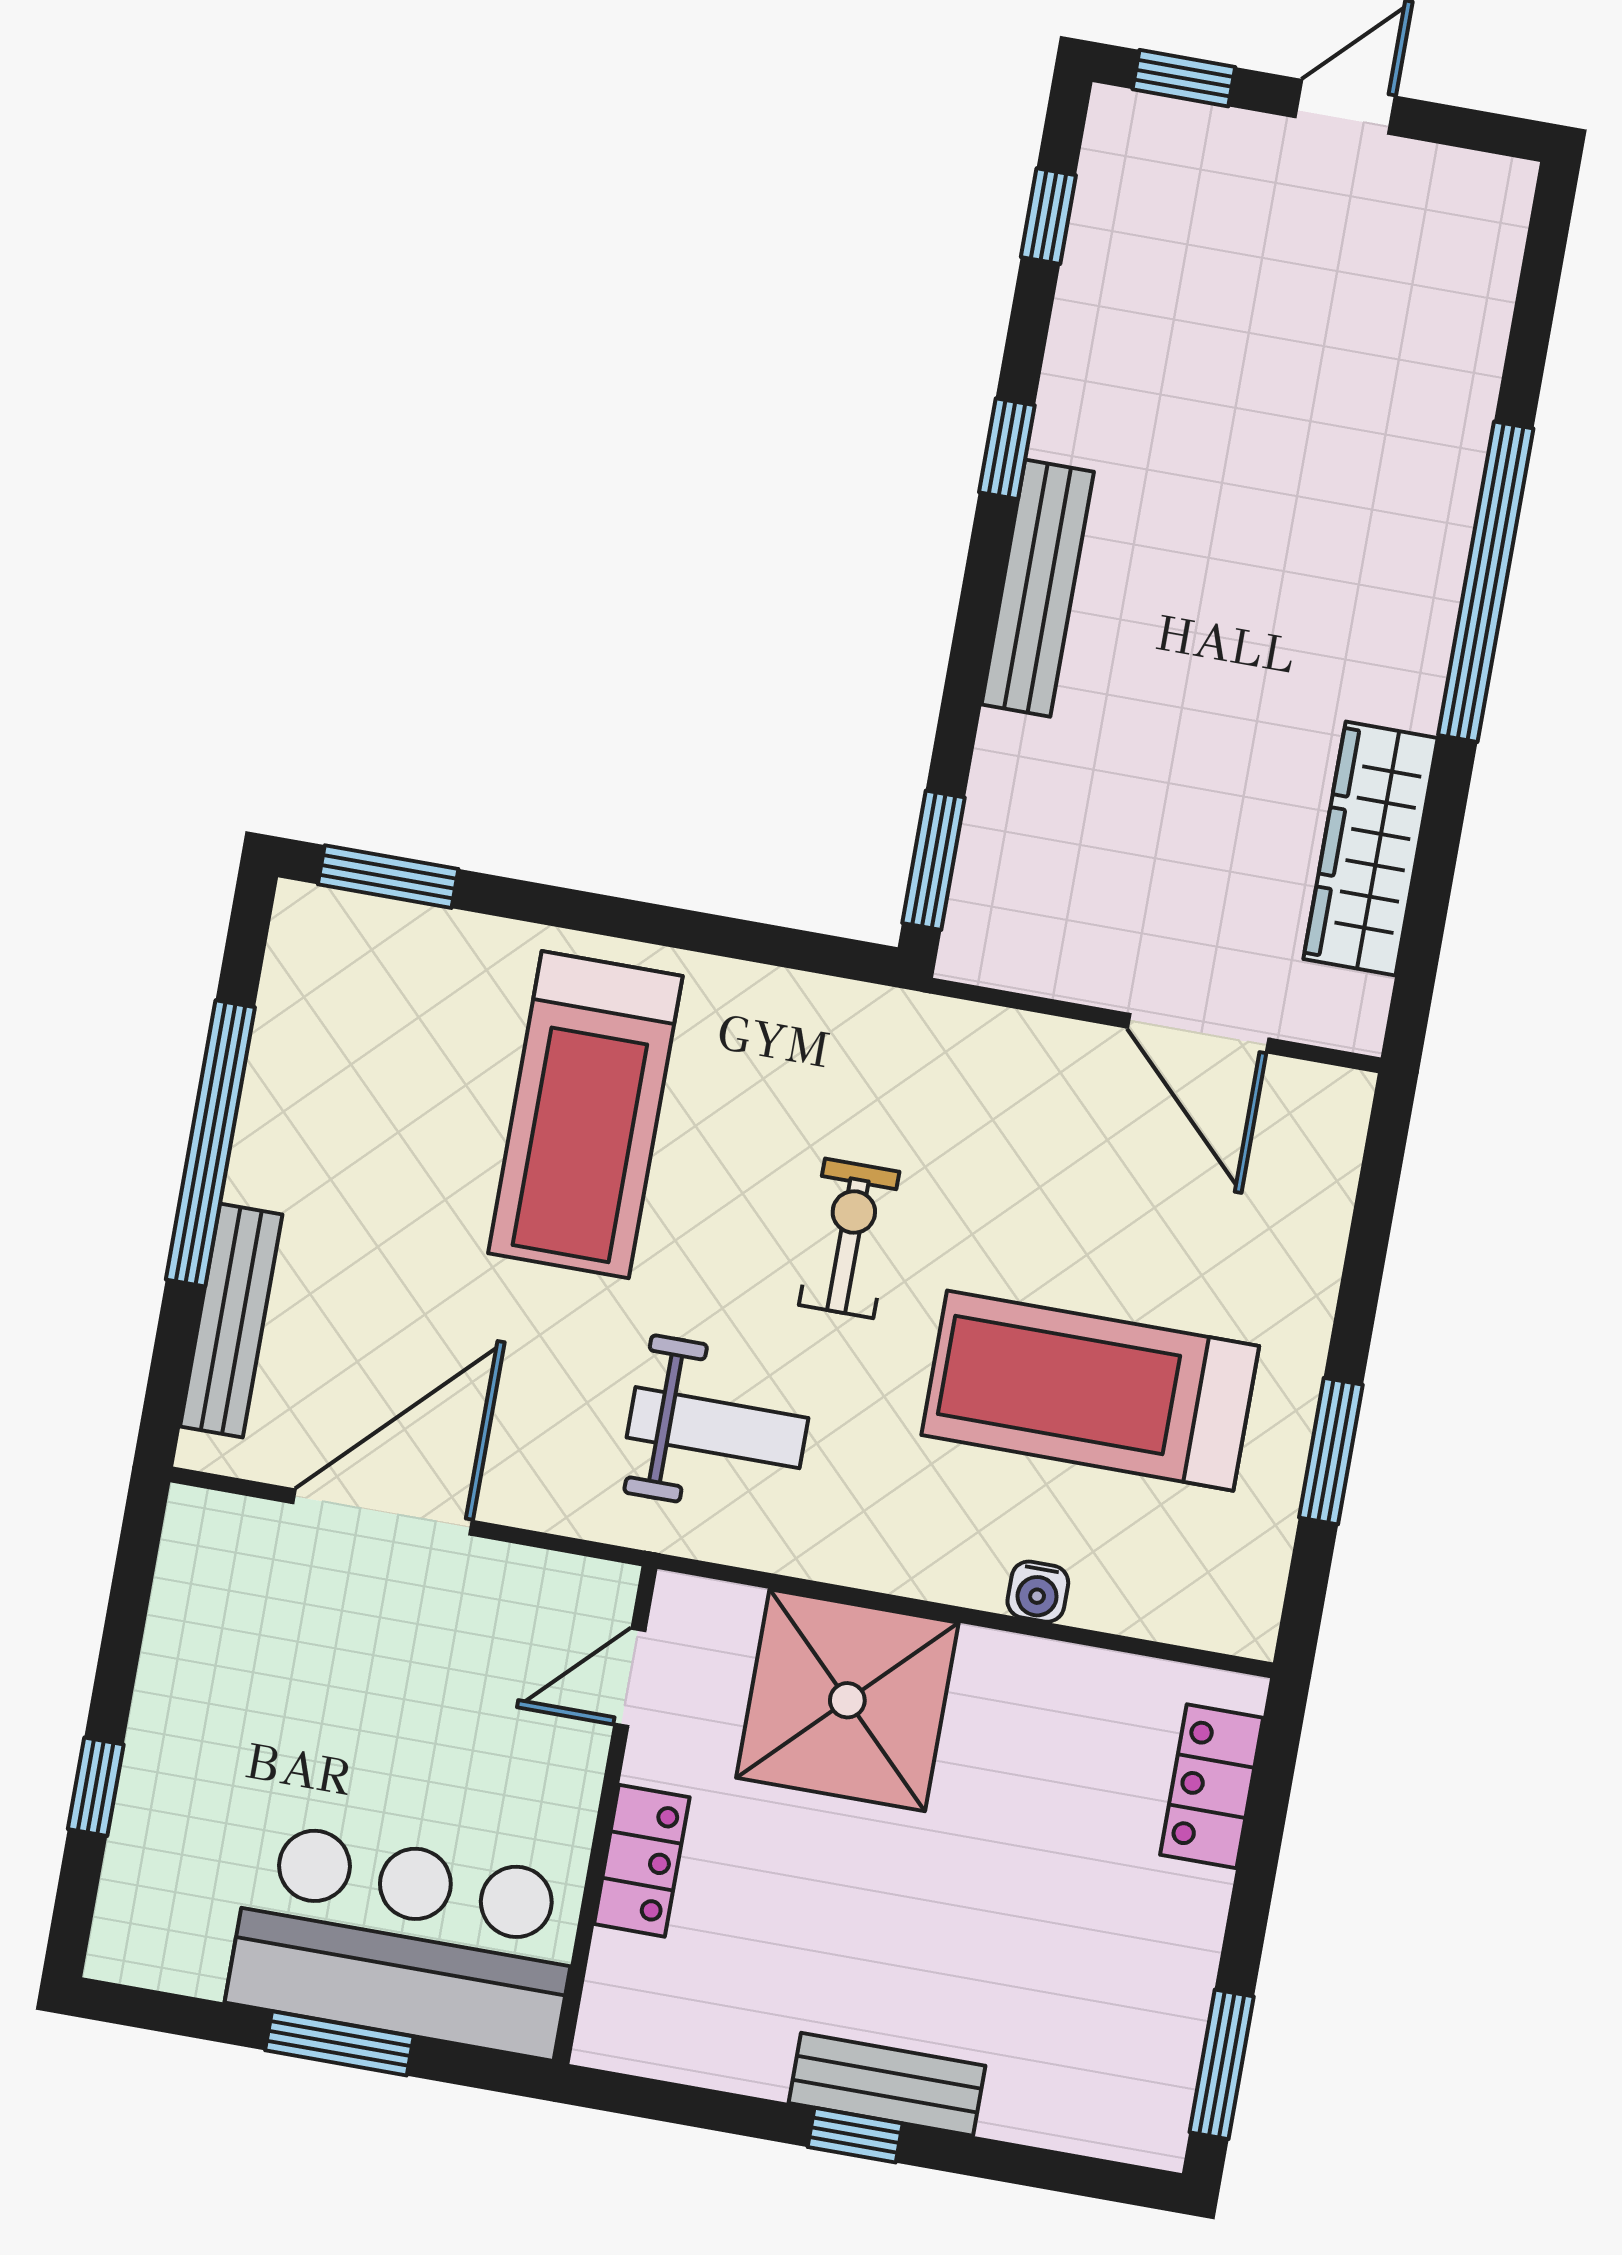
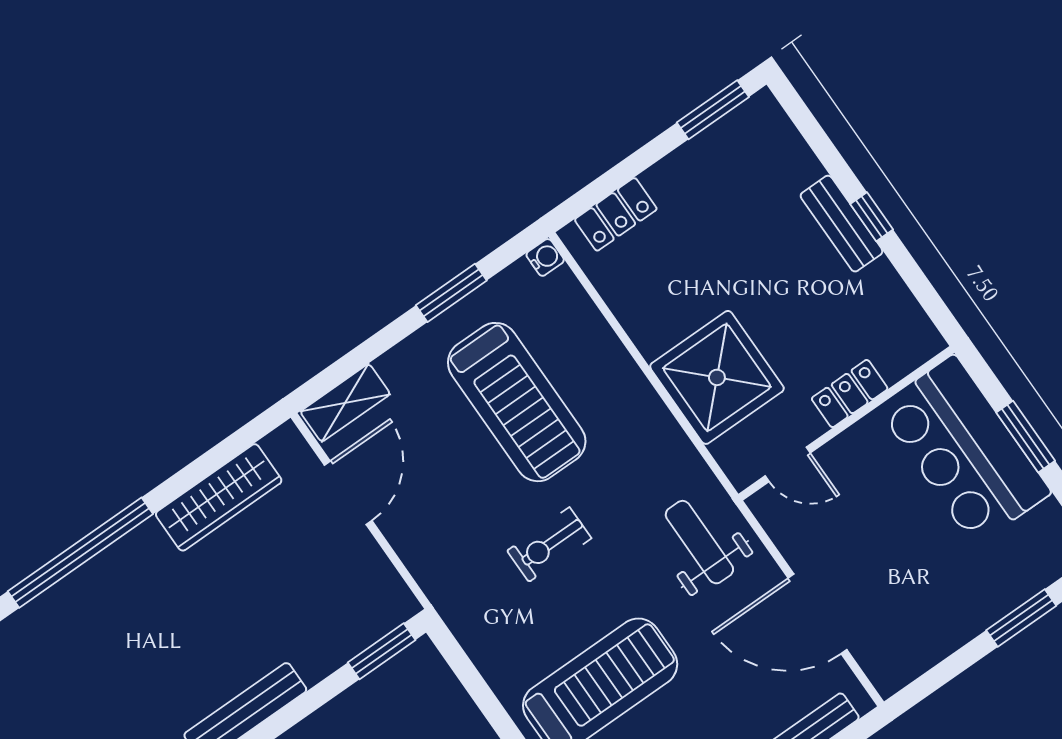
shelving: (1326, 1153) -> (345, 403), added
weight bench: (718, 1428) -> (699, 542), moved
water cooler: (1038, 1592) -> (545, 257), moved
window: (96, 1787) -> (1021, 618), width x1.50

